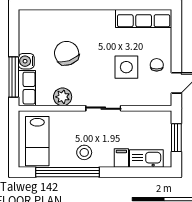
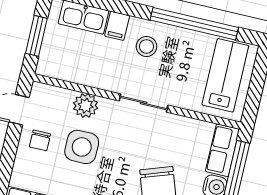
plant: (63, 97) -> (86, 106), moved
sliding door: (103, 108) -> (144, 103), moved
stool: (84, 152) -> (146, 46), moved

